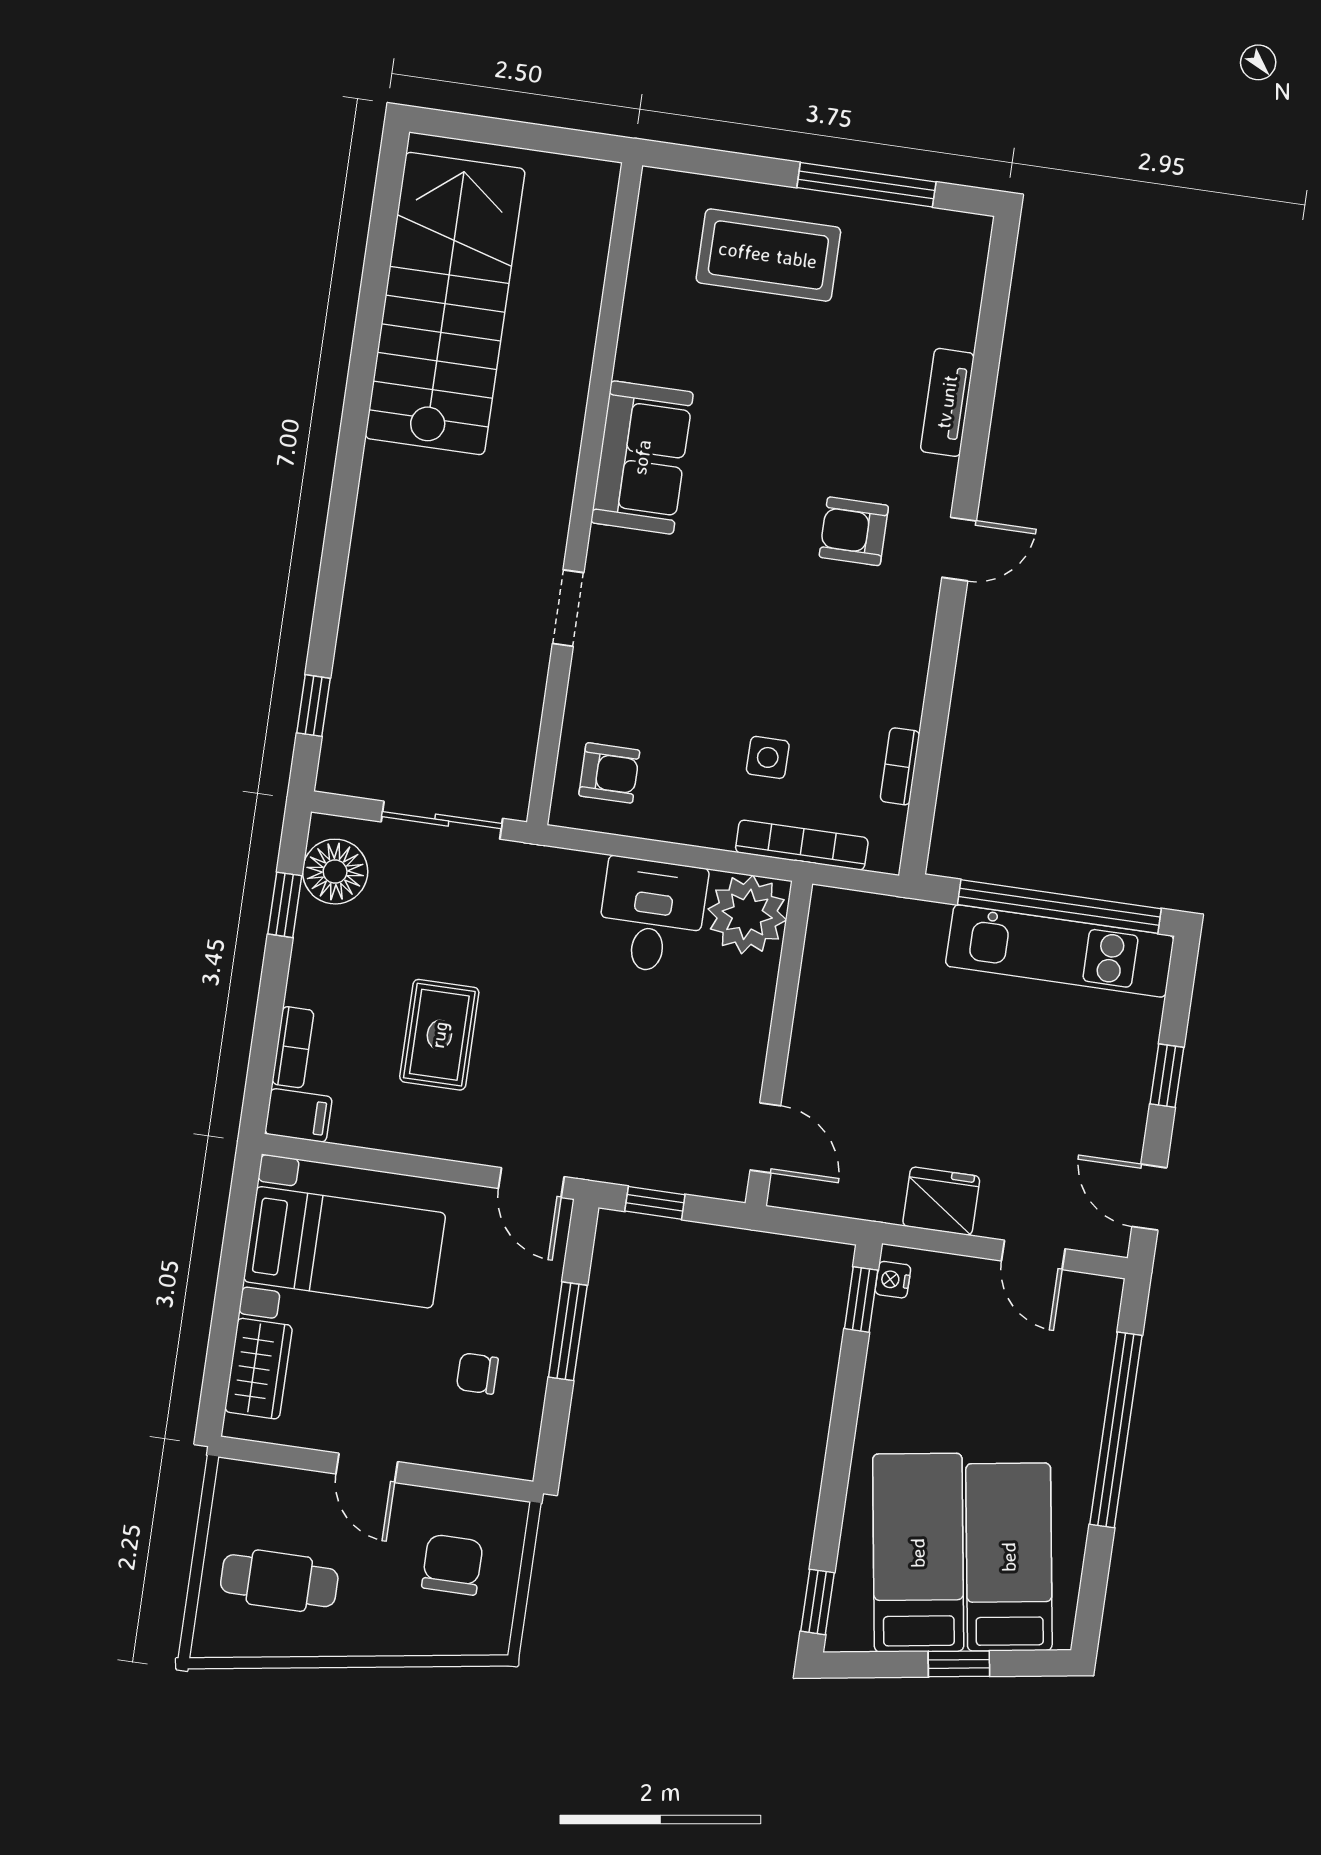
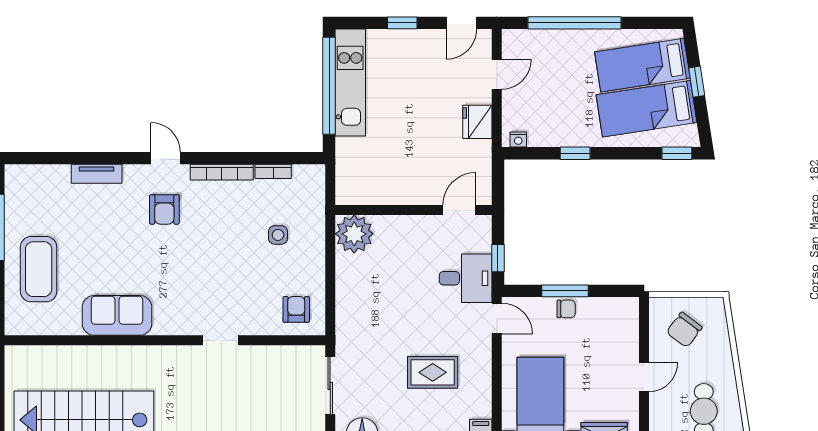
sofa: (642, 457) -> (117, 315), moved
bookcase: (802, 845) -> (222, 172), moved, turned -90
desk: (652, 916) -> (466, 278), moved, turned 180
door: (531, 1183) -> (497, 318), hinge flipped
window: (861, 1299) -> (575, 153), moved
chair: (477, 1373) -> (566, 309), moved, turned -90
chair: (452, 1565) -> (684, 330), turned -53

